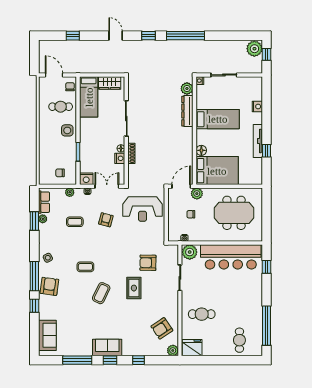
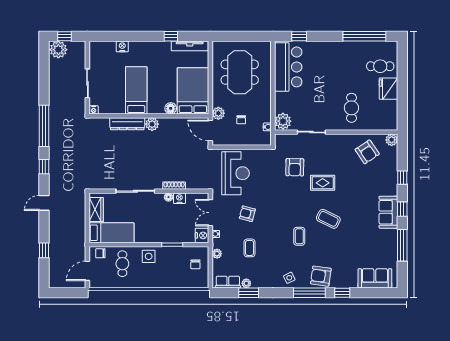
plant: (187, 89) -> (152, 124), moved
tv unit: (258, 141) -> (190, 46), moved
bar counter: (231, 257) -> (288, 67), width x0.73
fridge: (192, 348) -> (389, 89), moved

